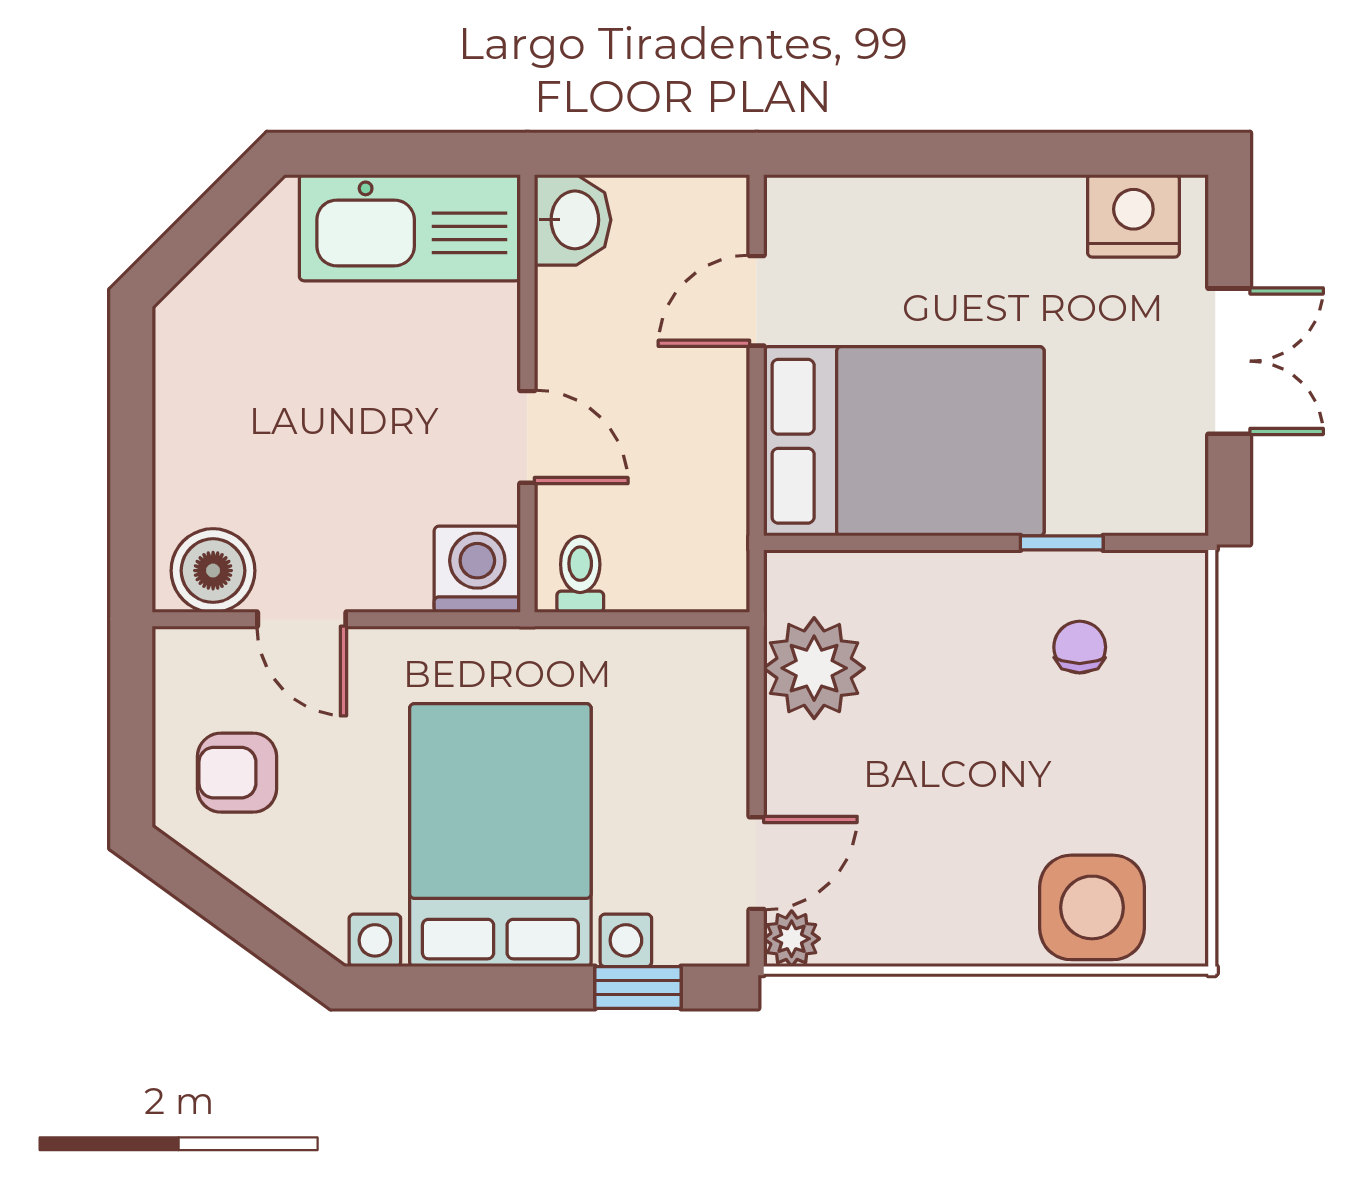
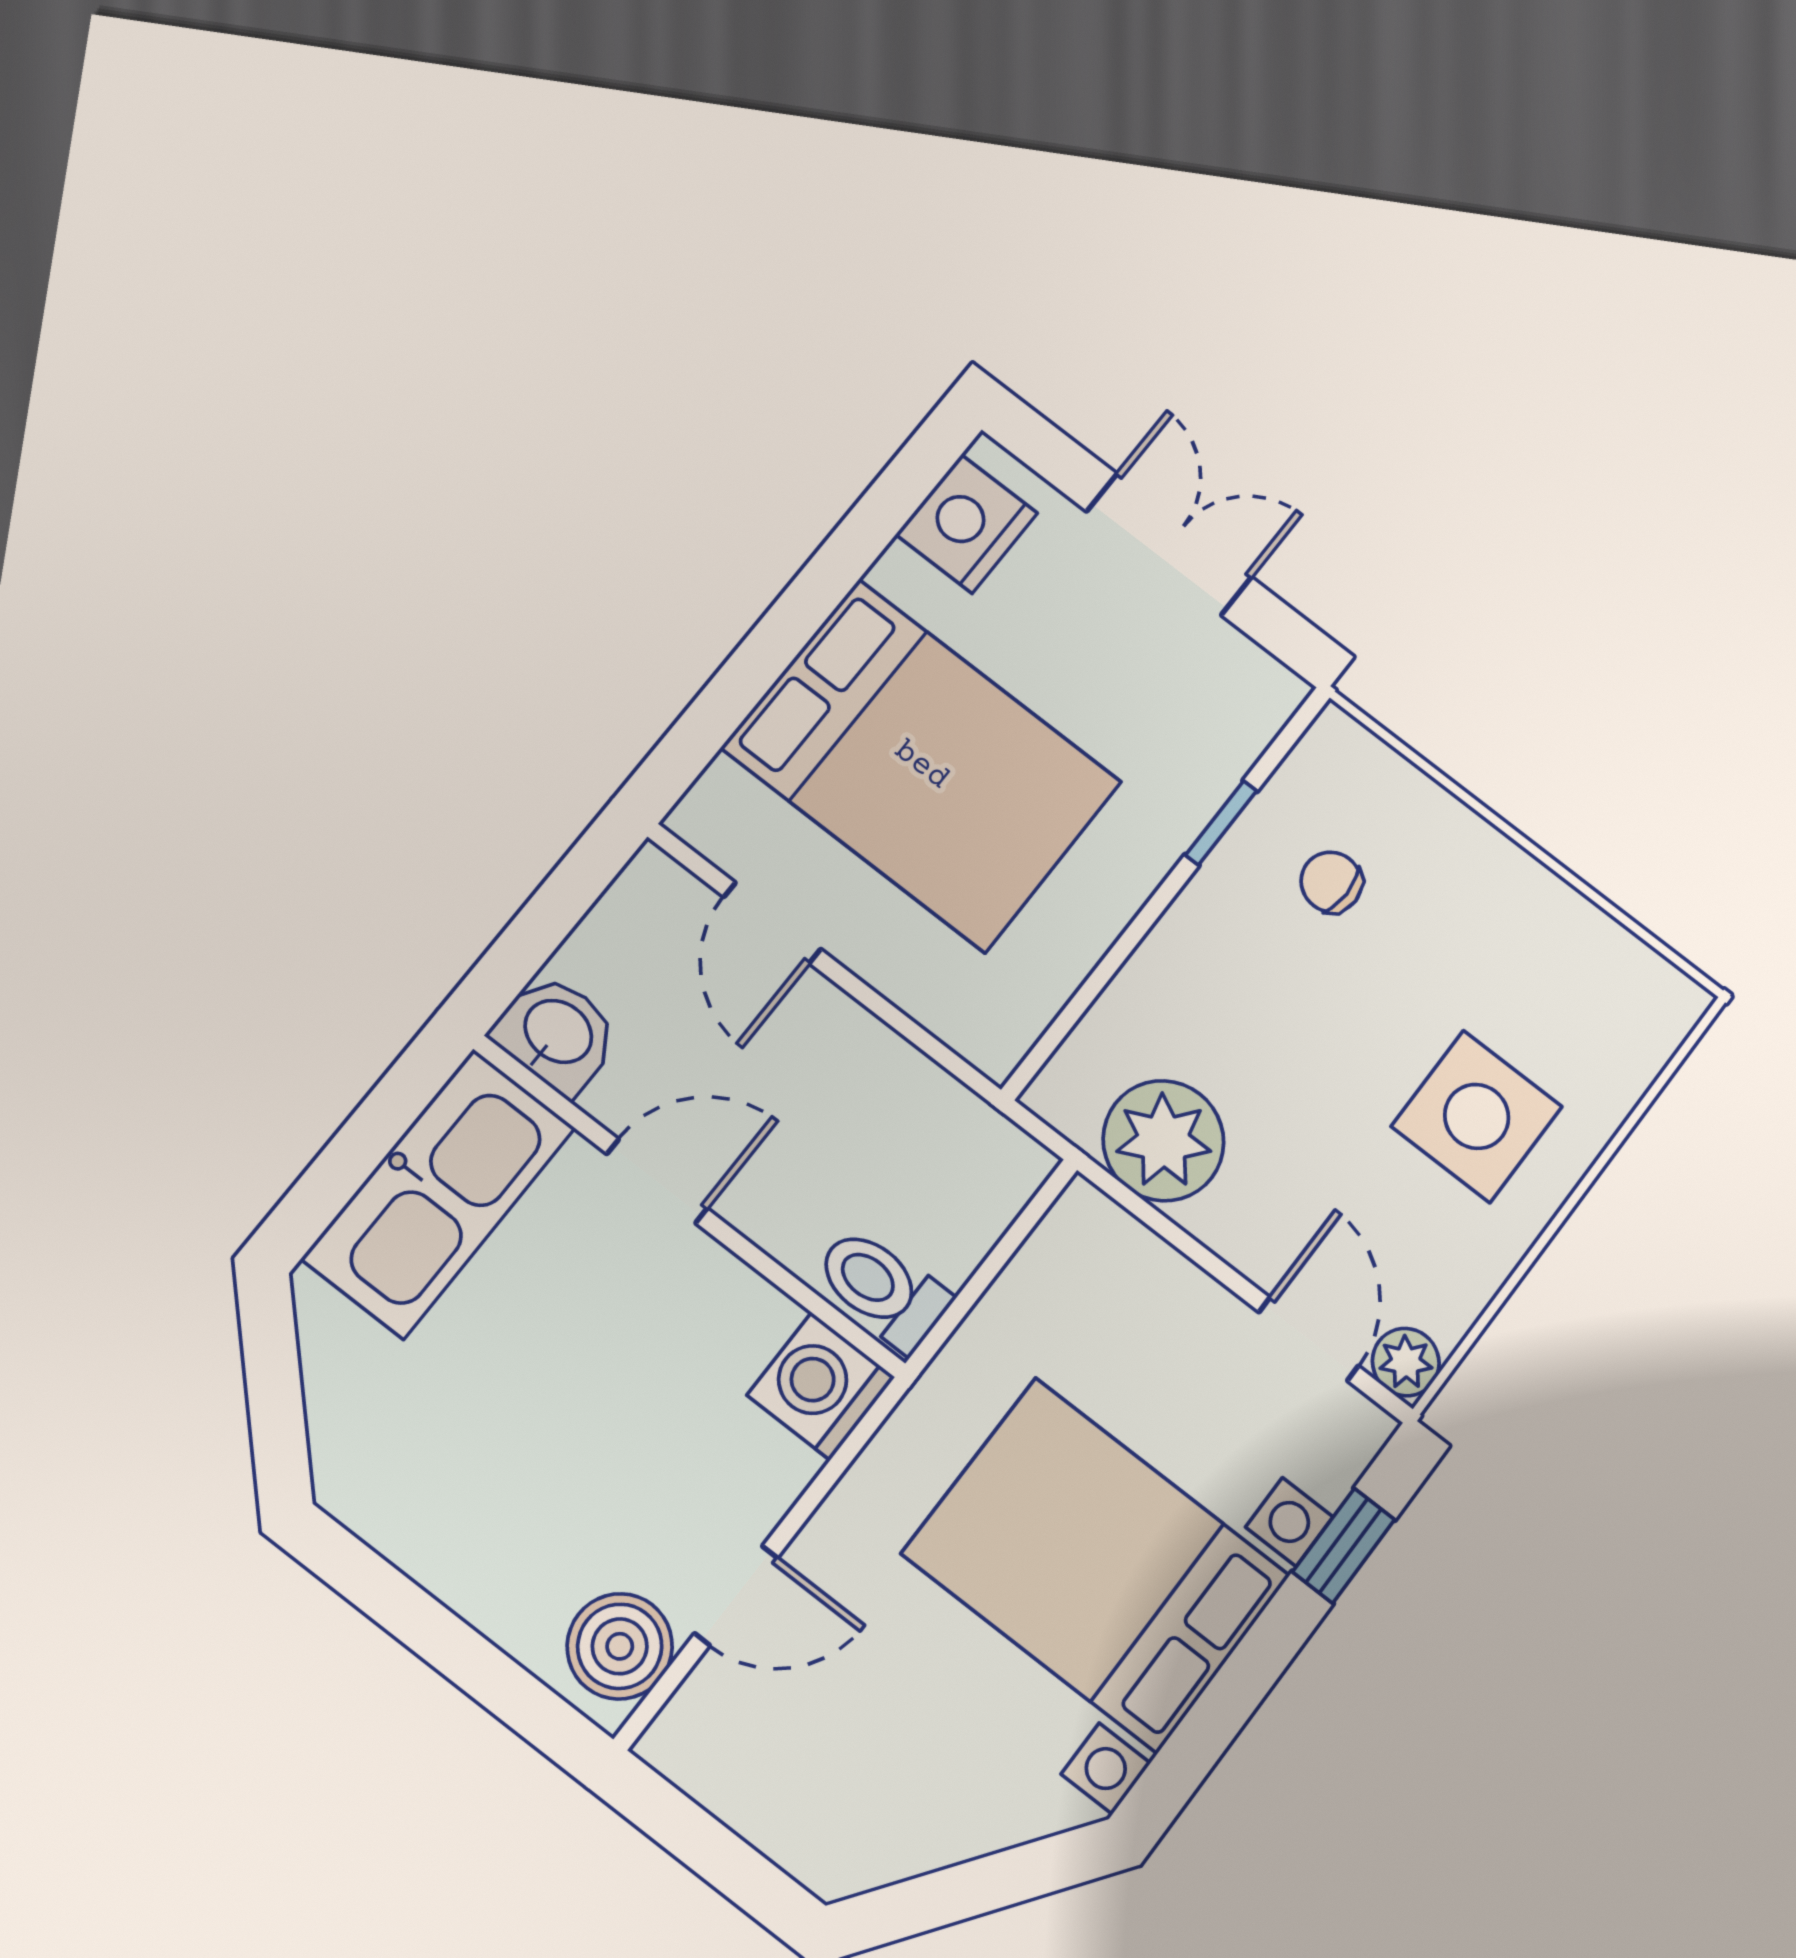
door: (527, 437) -> (657, 1181), moved
bed: (904, 441) -> (922, 765), moved, turned 90
toilet: (580, 574) -> (882, 1288), width x1.37, depth x1.39
armchair: (237, 773) -> (837, 1778), removed
side table: (1092, 907) -> (1477, 1116), moved

